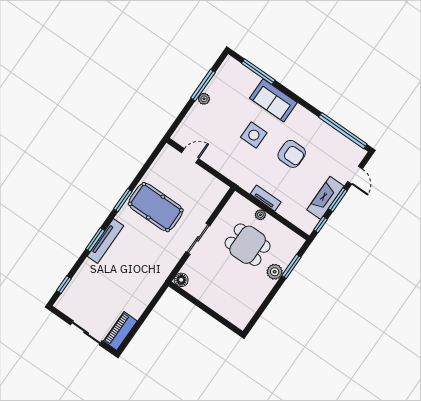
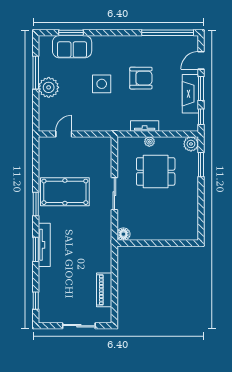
window: (258, 72) -> (71, 33), width x0.69
plant: (204, 99) -> (49, 87), width x1.88, depth x1.88
sofa: (273, 100) -> (72, 47), moved
door: (355, 175) -> (201, 60), swing flipped
plant: (275, 272) -> (191, 144), moved
piano: (120, 331) -> (104, 290), moved

